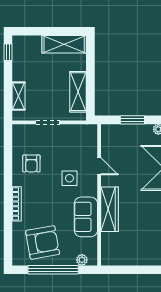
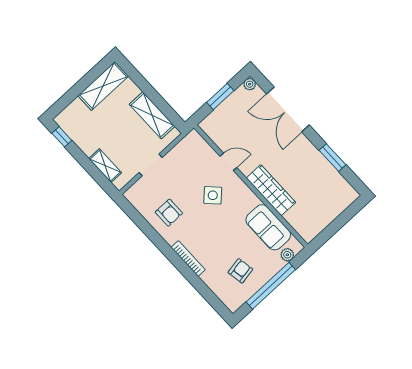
side table: (69, 178) -> (213, 195), turned 45
sofa: (86, 217) -> (268, 227), moved
armchair: (43, 242) -> (240, 271), width x0.53, depth x0.53

